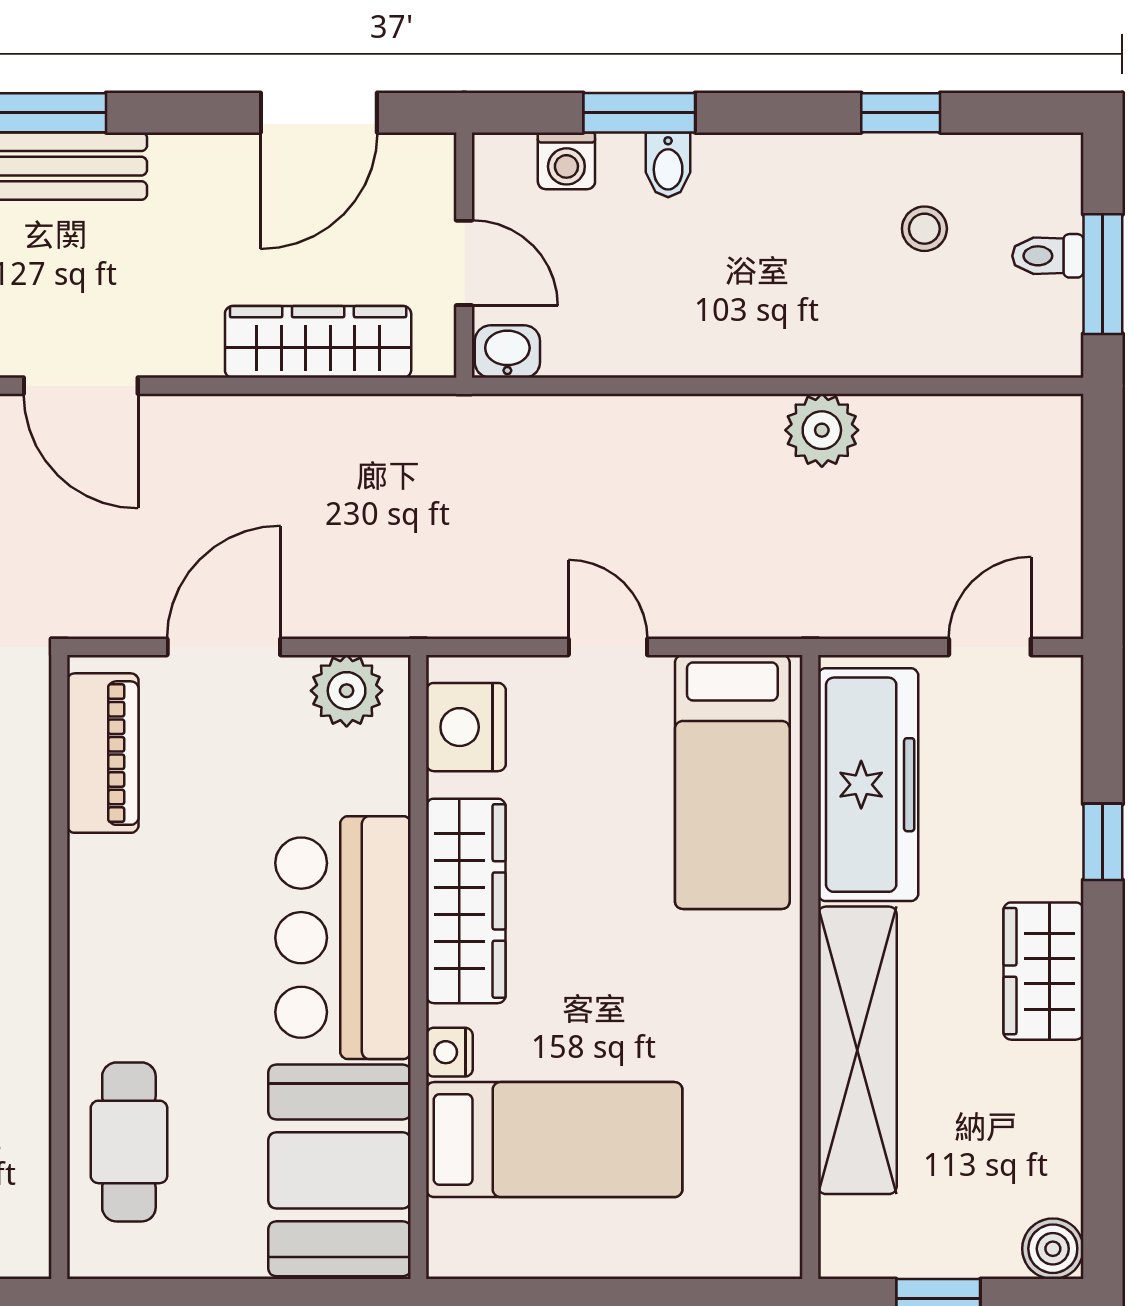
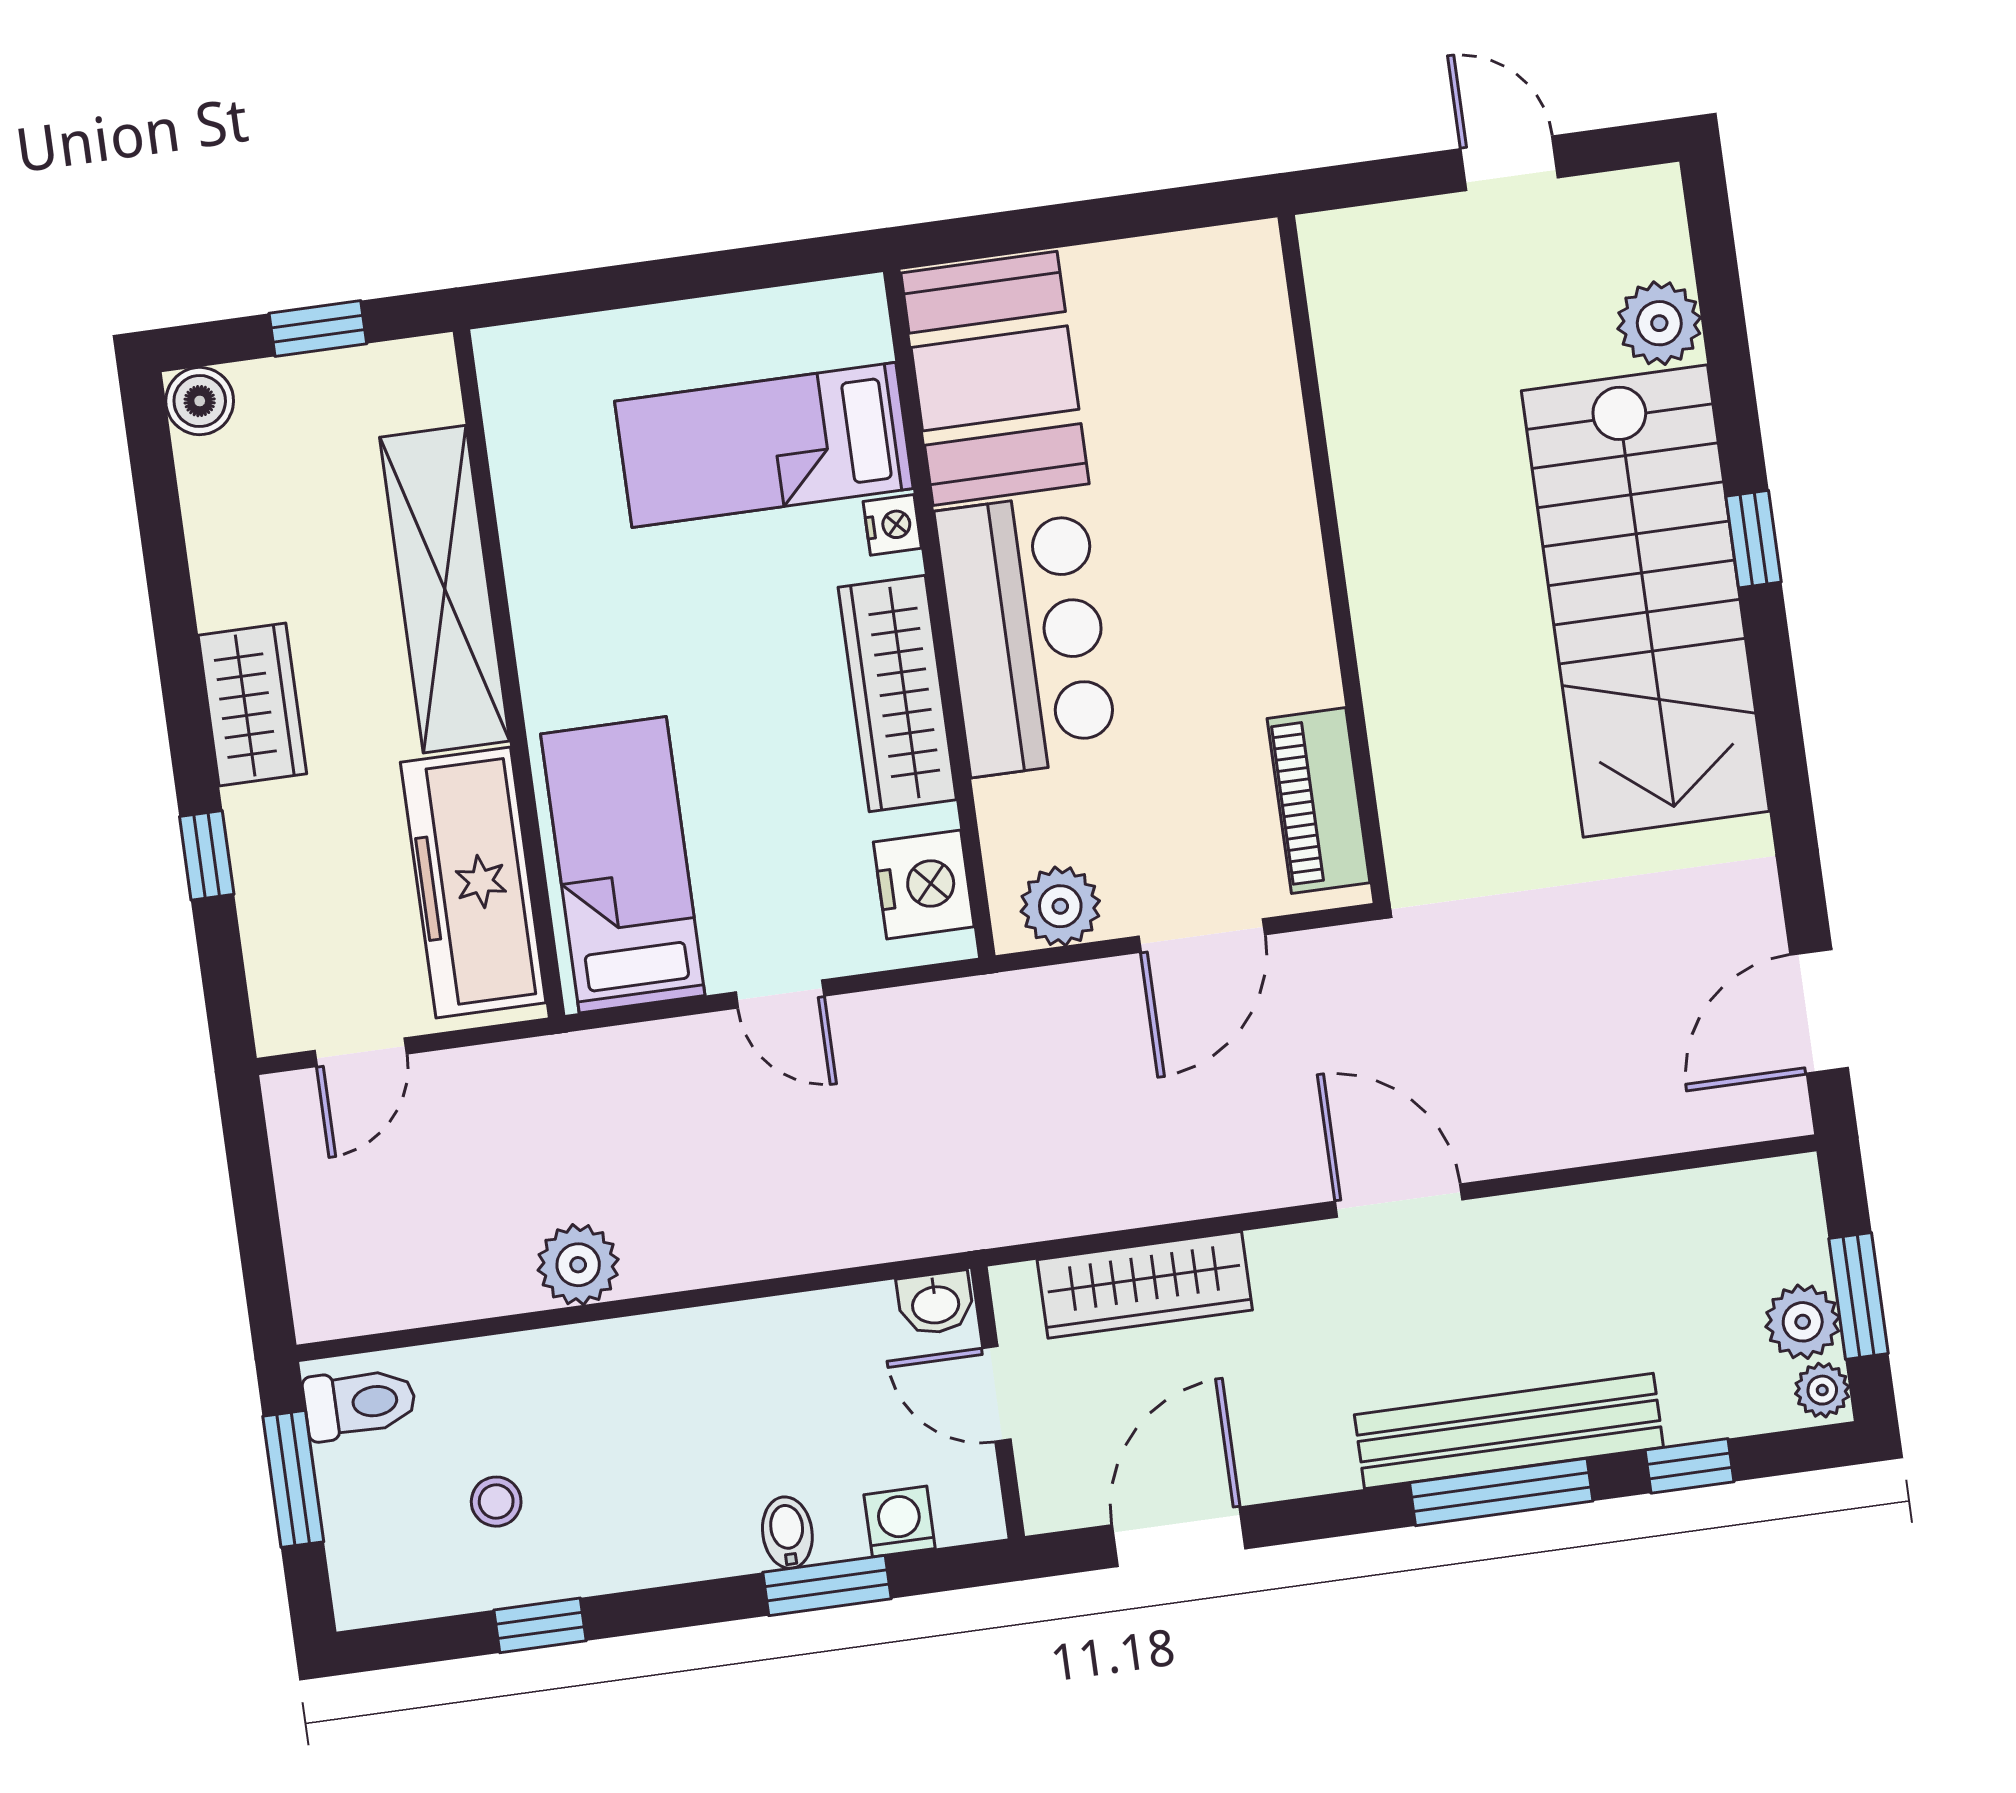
toilet: (1048, 256) -> (360, 1403), moved, width x1.37, depth x1.39
cafe table: (129, 1142) -> (1230, 378), removed

